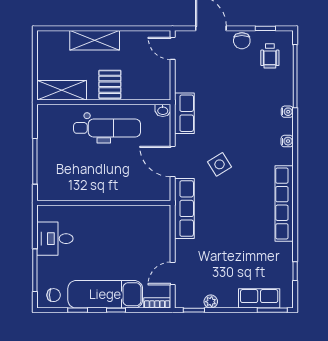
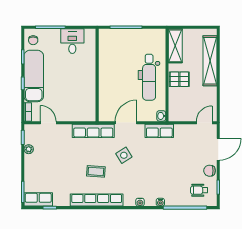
shelving: (95, 40) -> (210, 61), width x1.47
coffee table: (243, 205) -> (96, 171), added
row of seats: (259, 298) -> (38, 199), moved, turned -90

